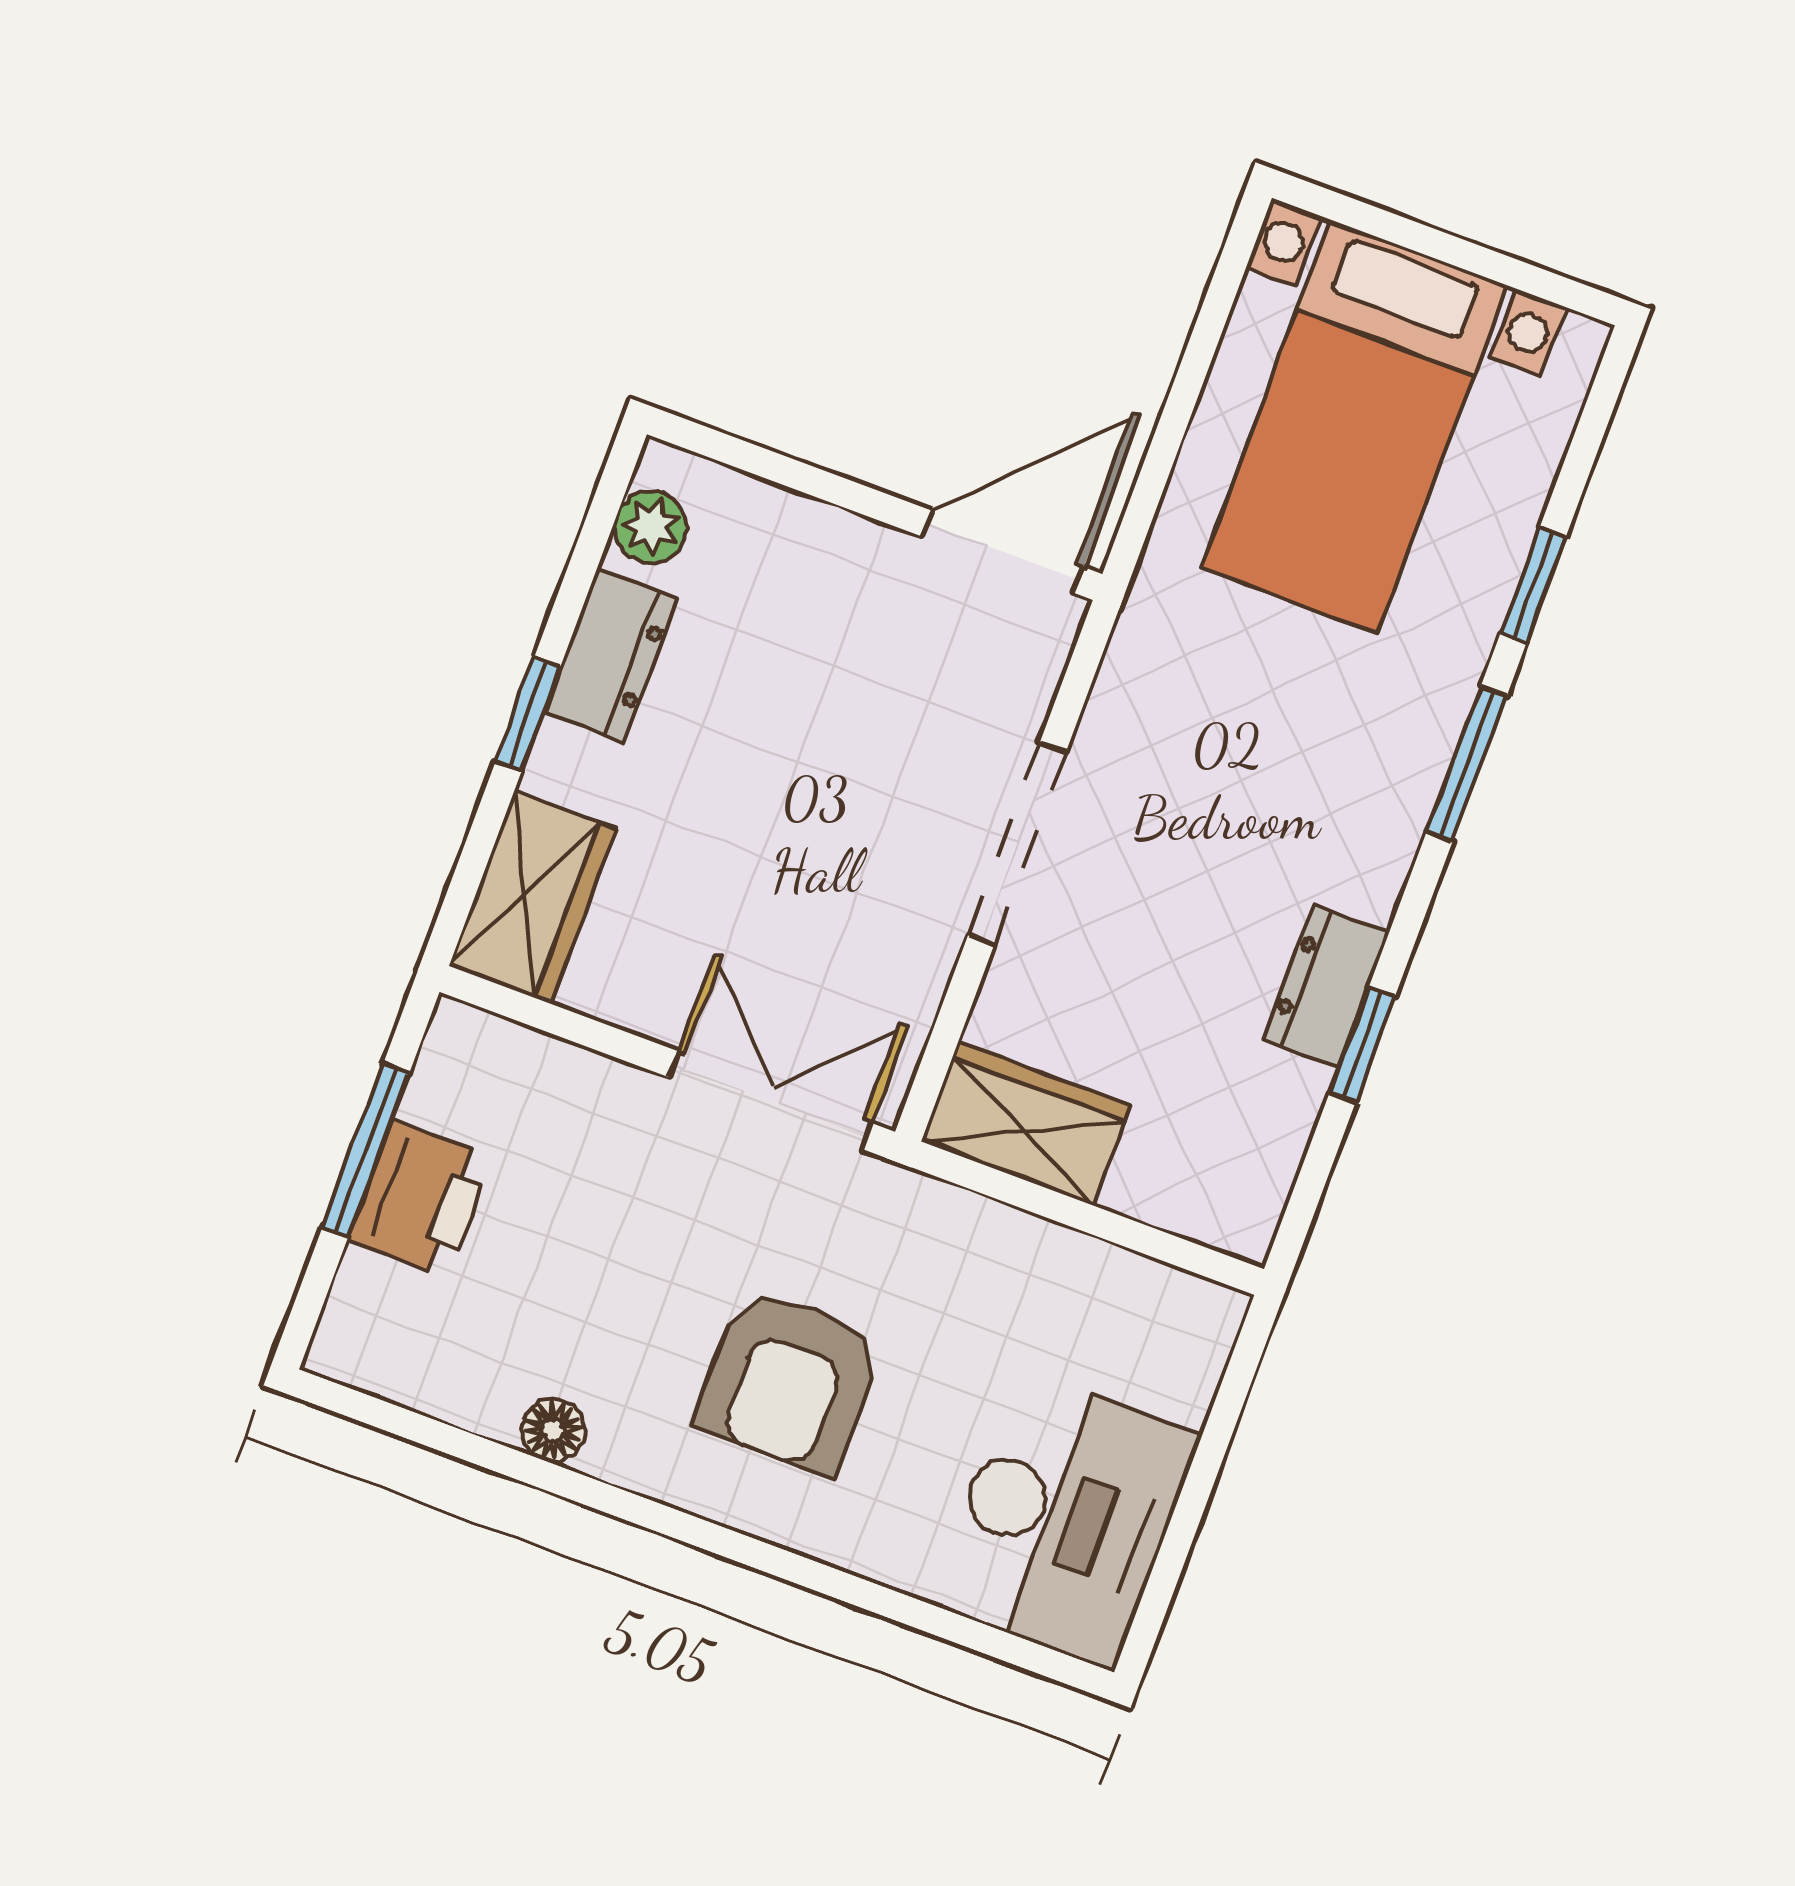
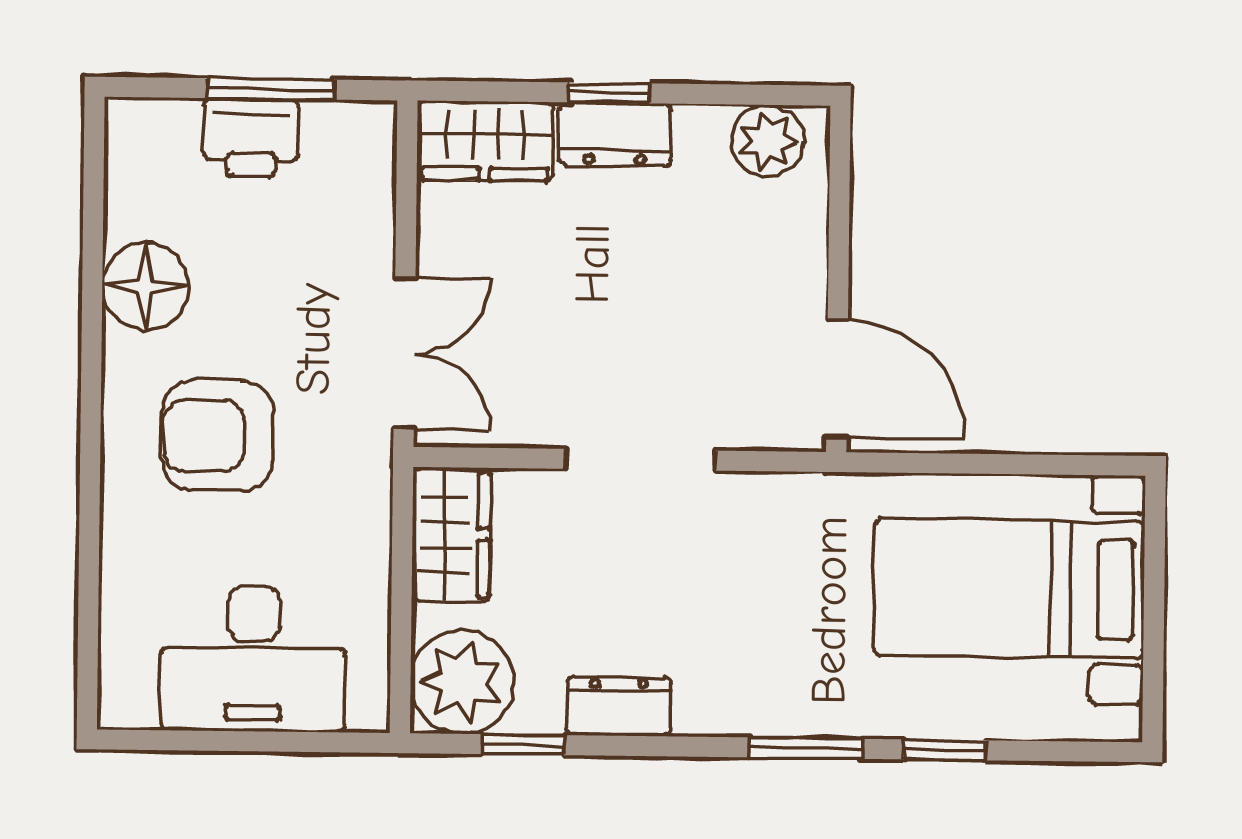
plant: (651, 527) -> (768, 141), width x1.38, depth x1.38
dresser: (611, 655) -> (615, 134), moved
window: (1362, 1045) -> (523, 745), moved
plant: (1222, 1178) -> (462, 682), added
floor lamp: (553, 1430) -> (146, 286), width x1.89, depth x1.89
desk: (1065, 1519) -> (253, 659), moved

